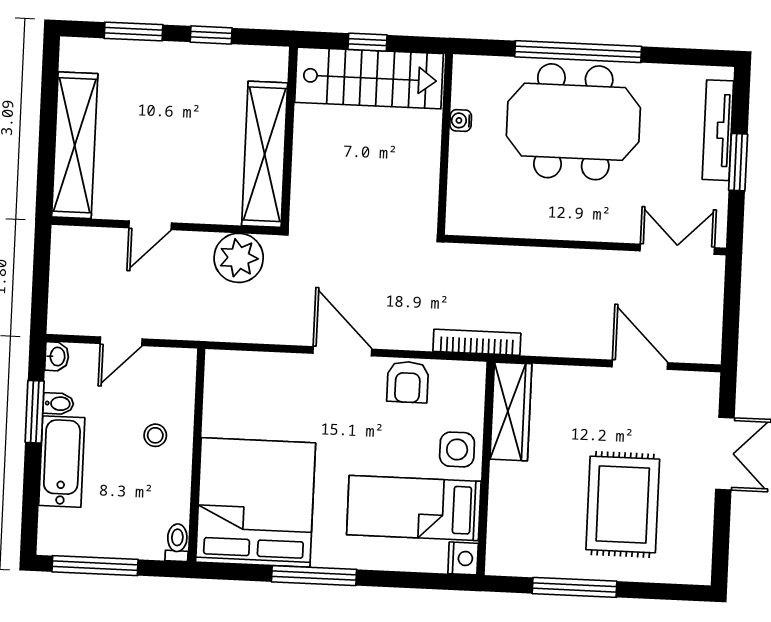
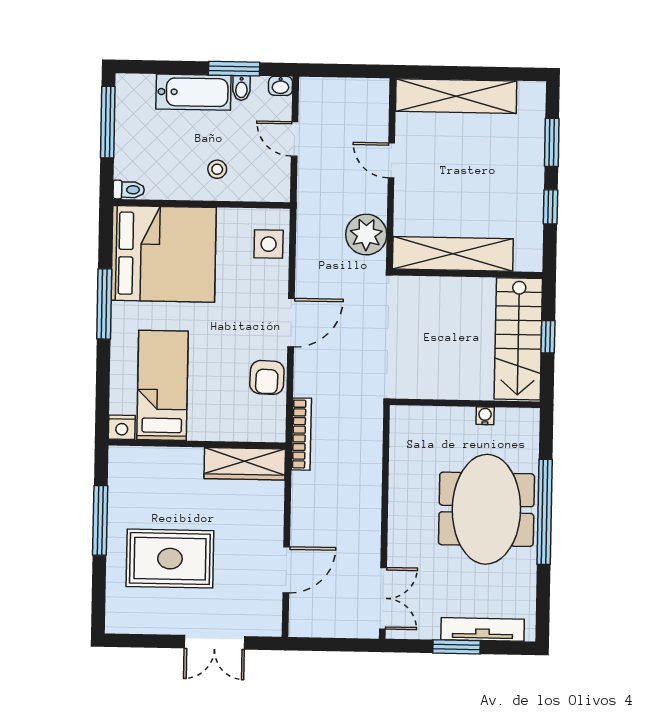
armchair: (408, 382) -> (267, 377), turned -88
side table: (457, 449) -> (269, 244), moved

